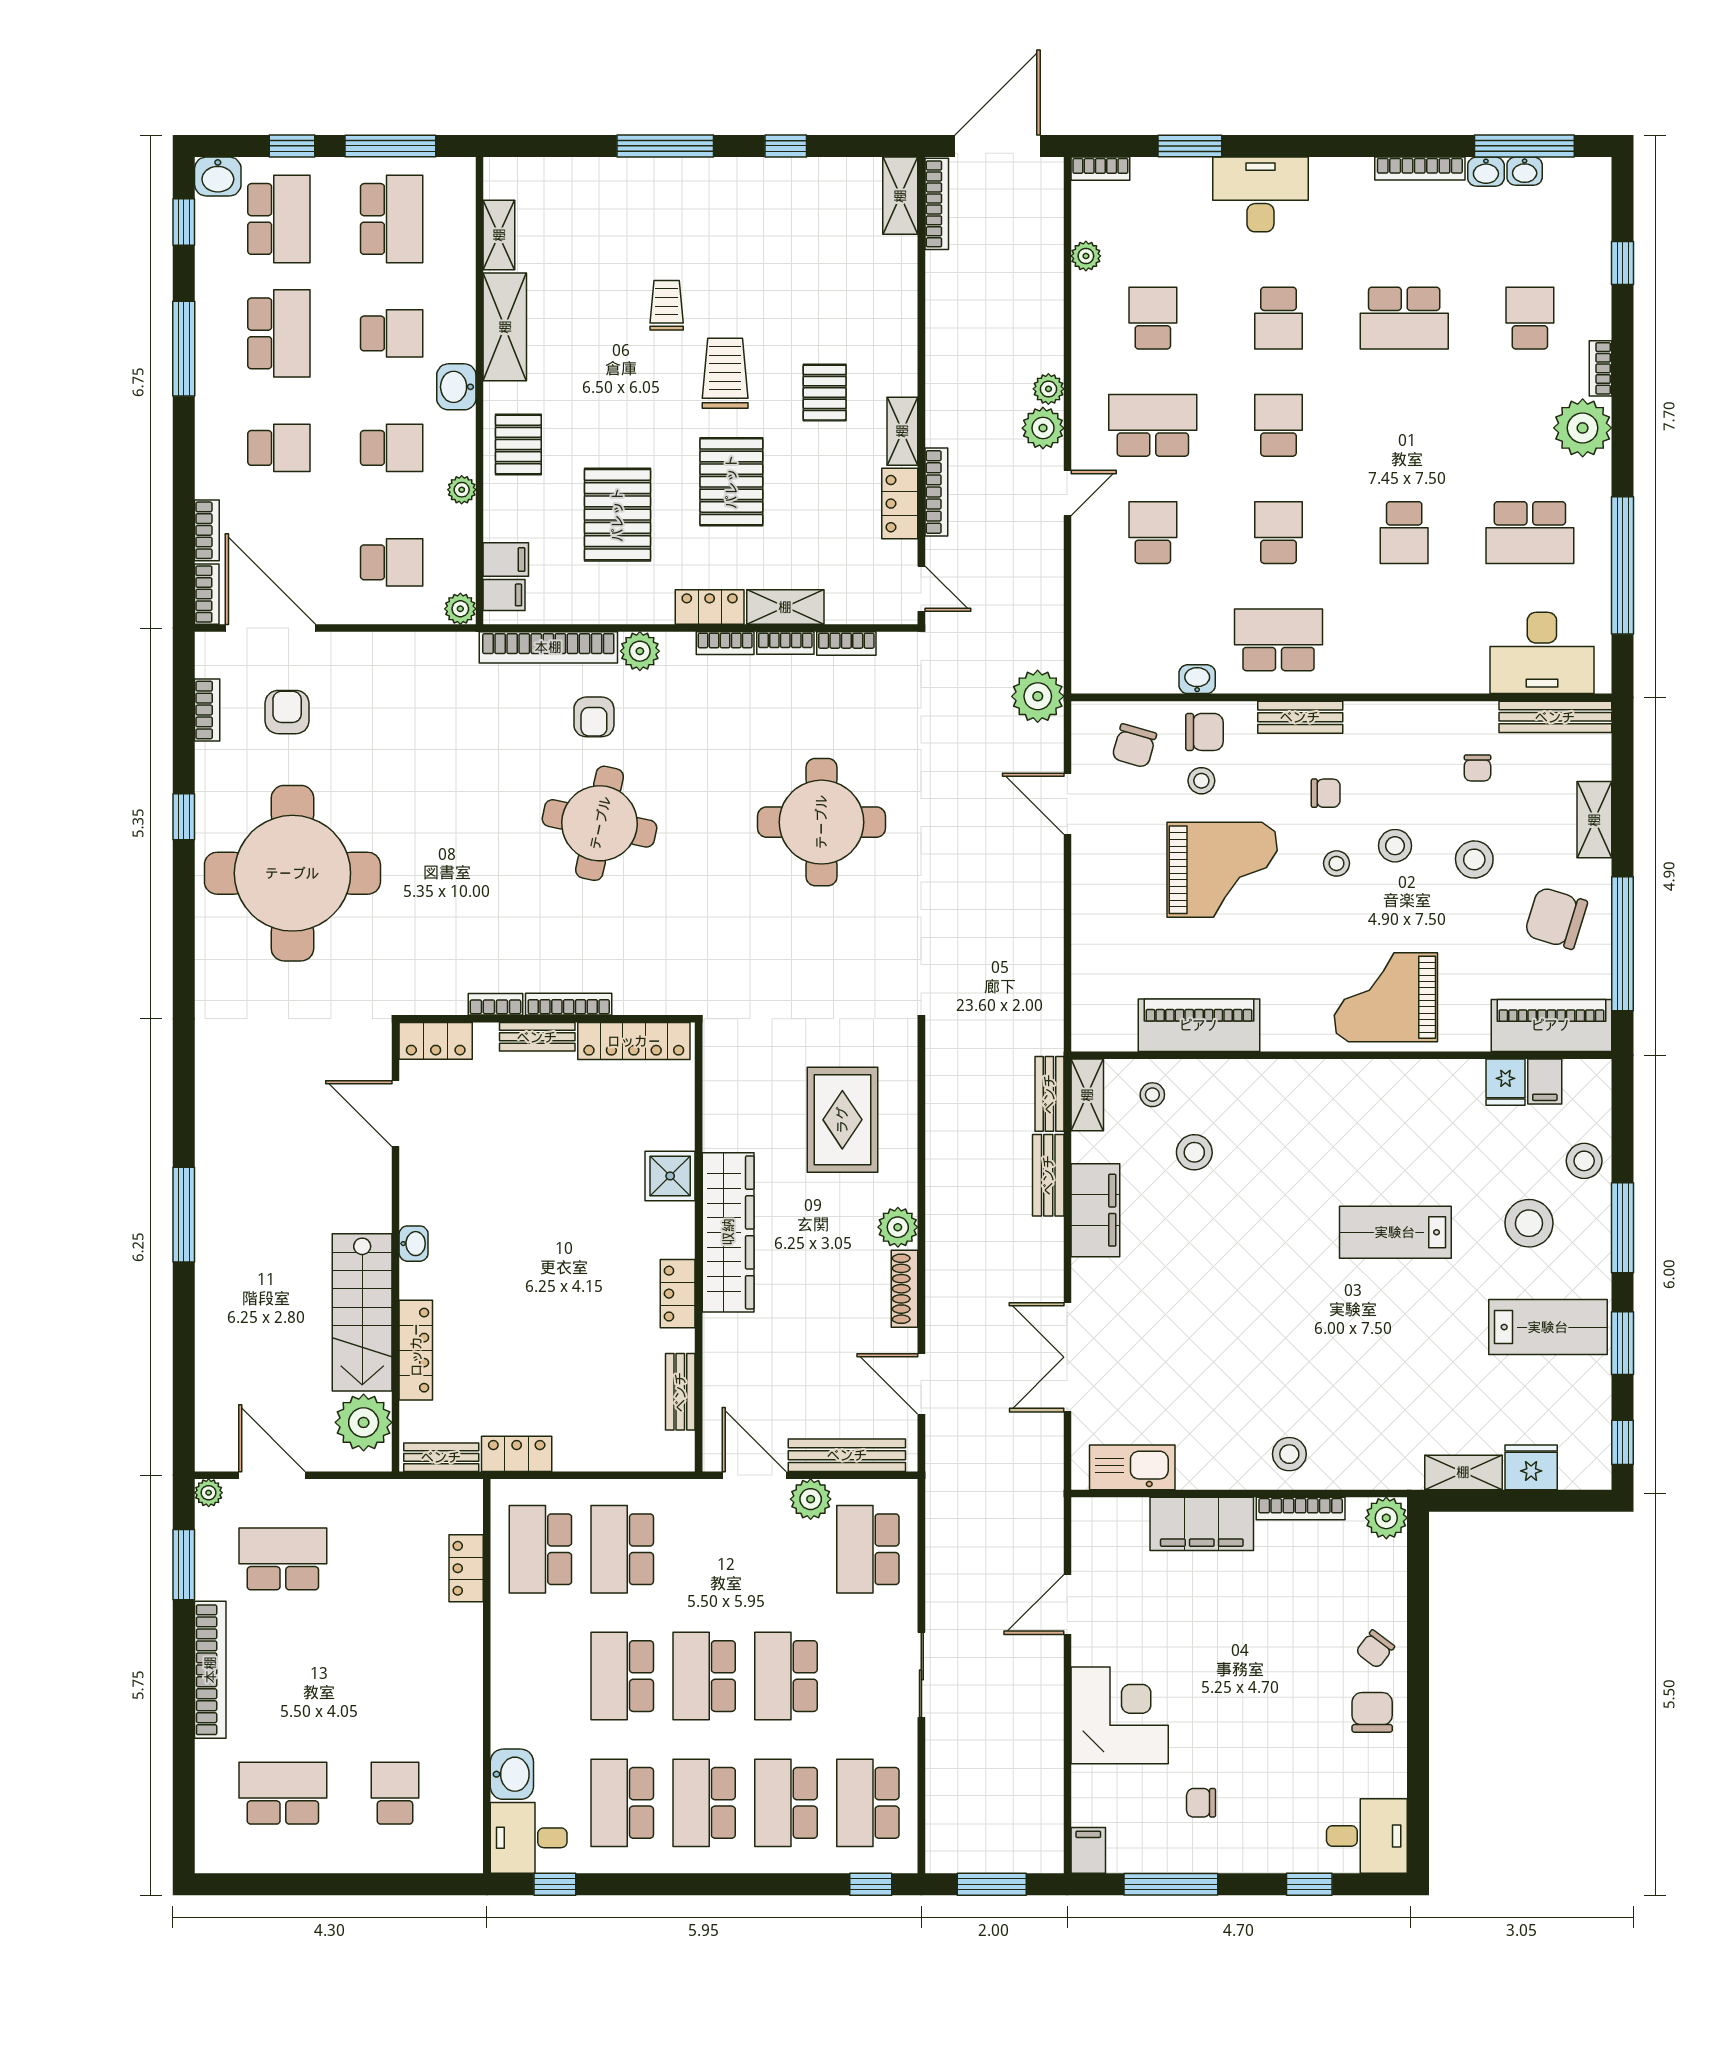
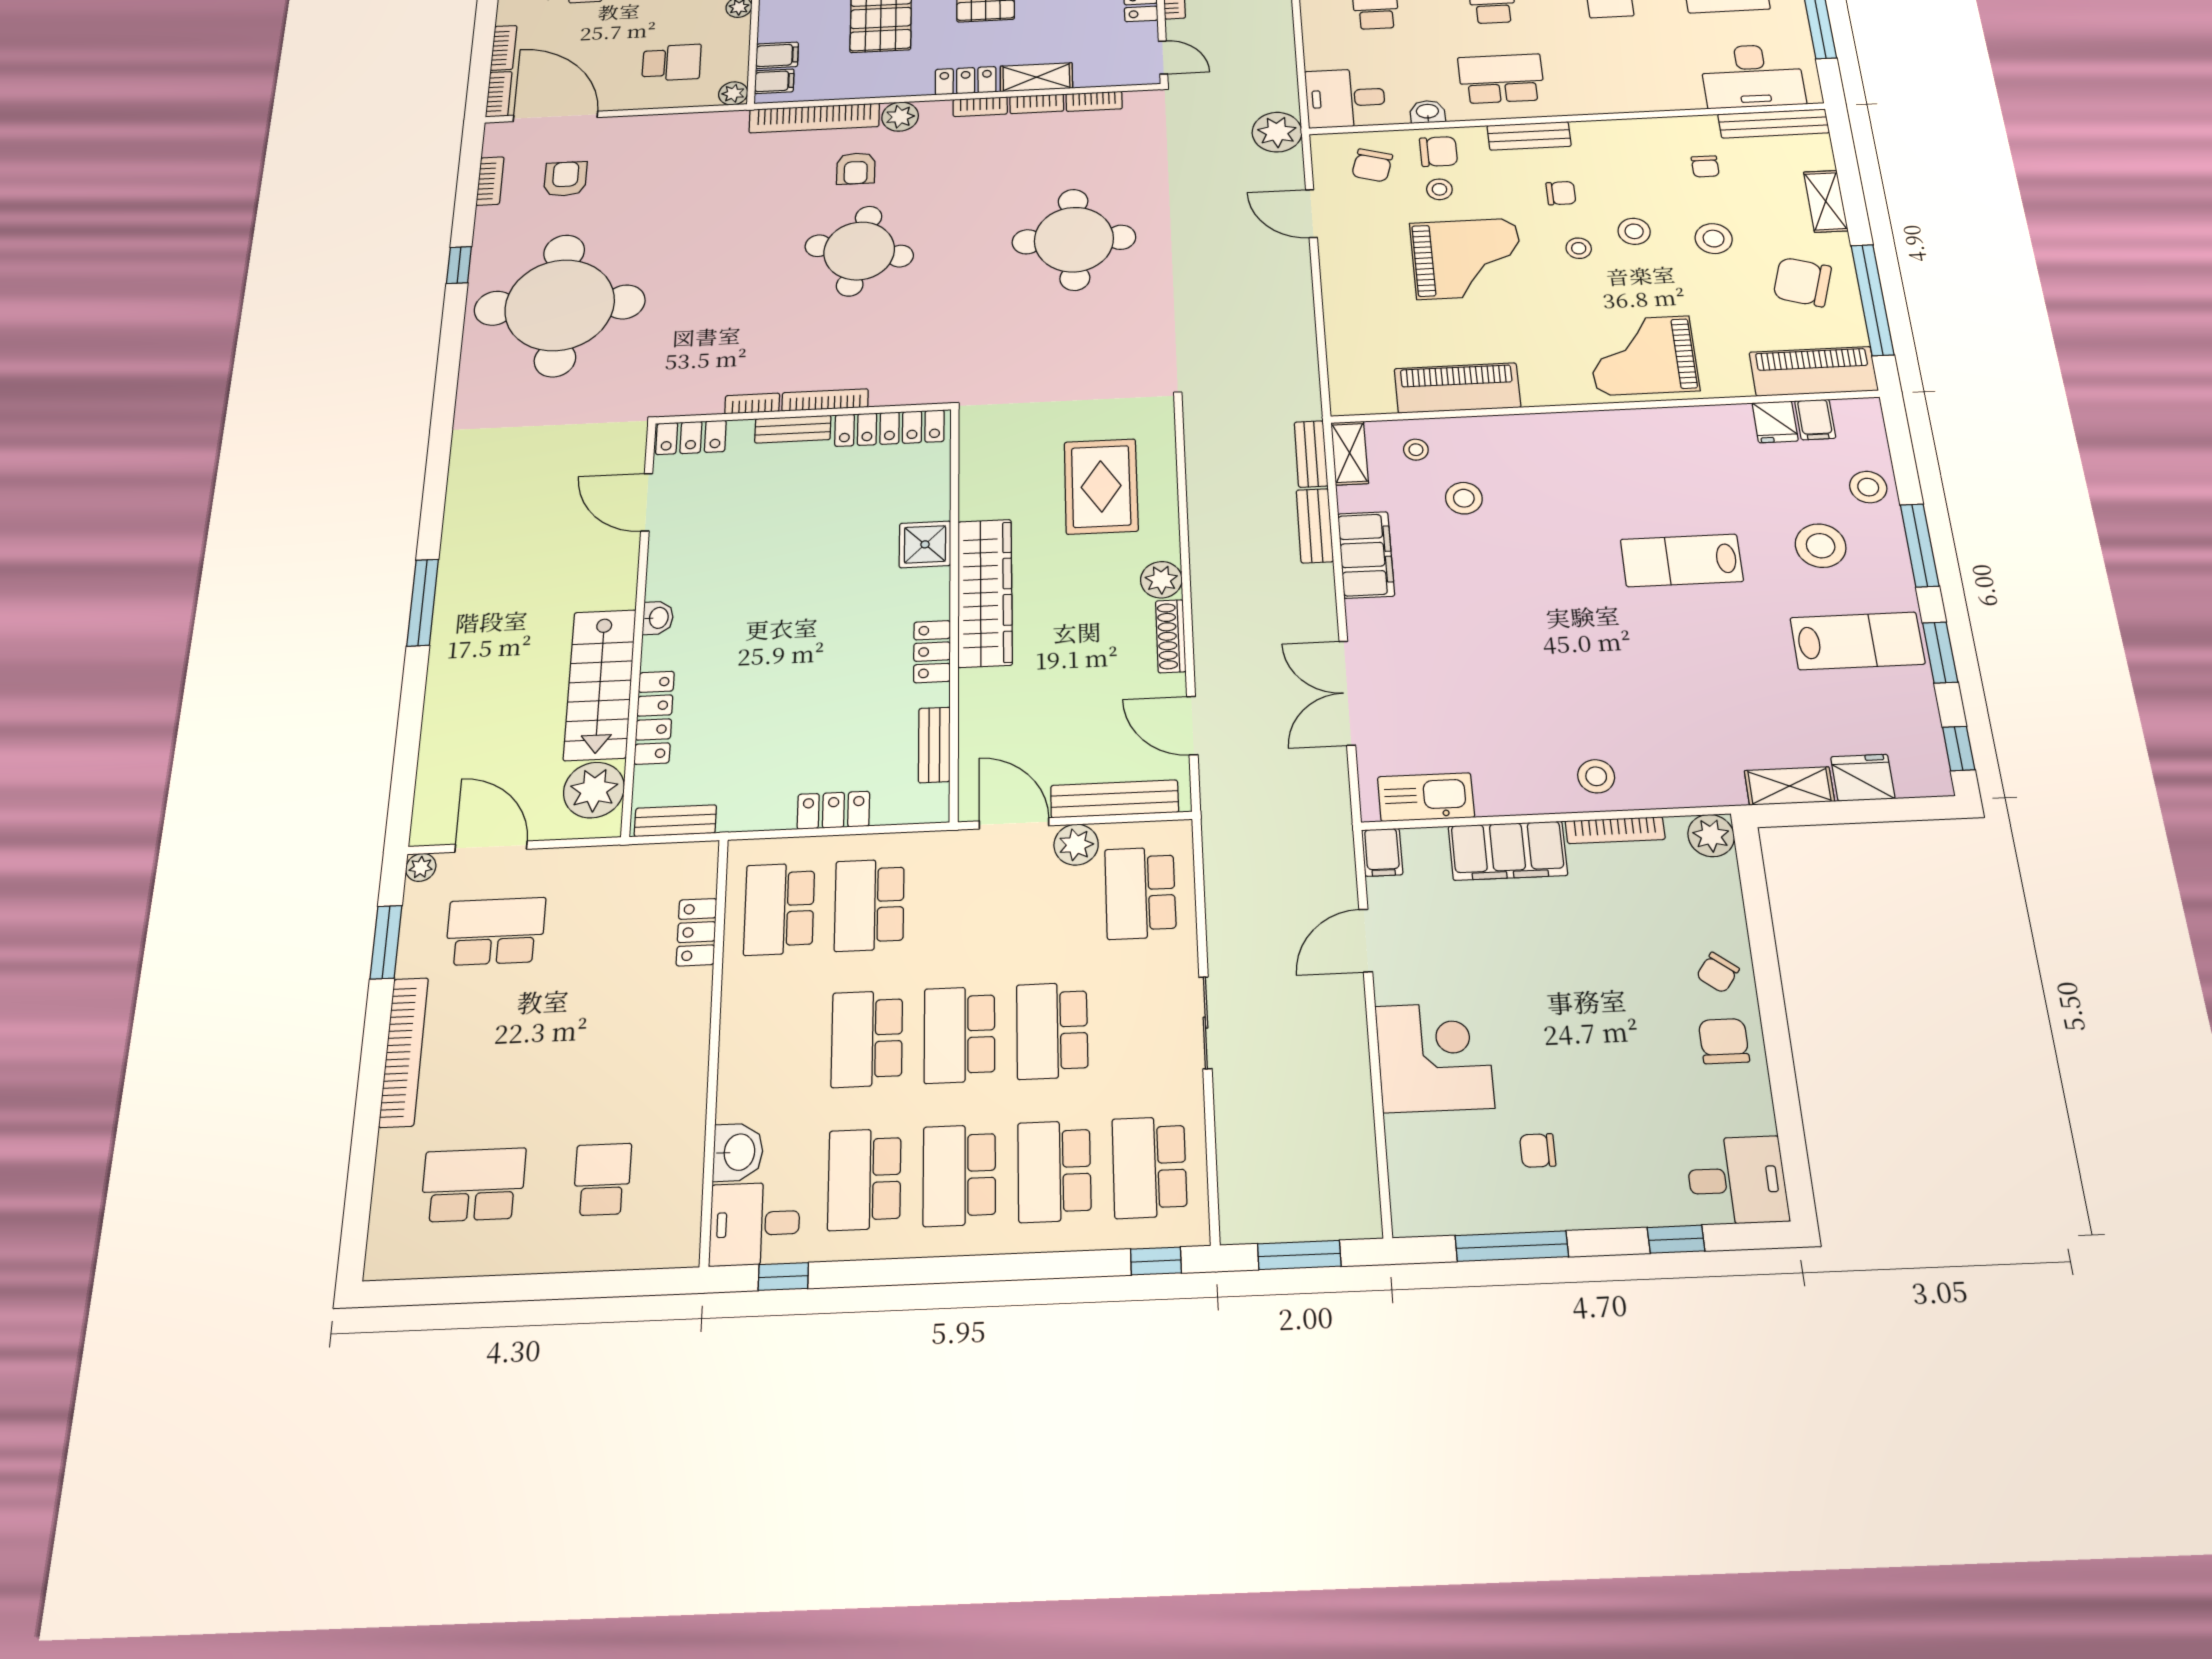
desk: (1112, 656) -> (1345, 98), added
locker: (517, 1454) -> (833, 810), moved
filing cabinet: (1088, 1850) -> (1382, 852), moved, turned 180

